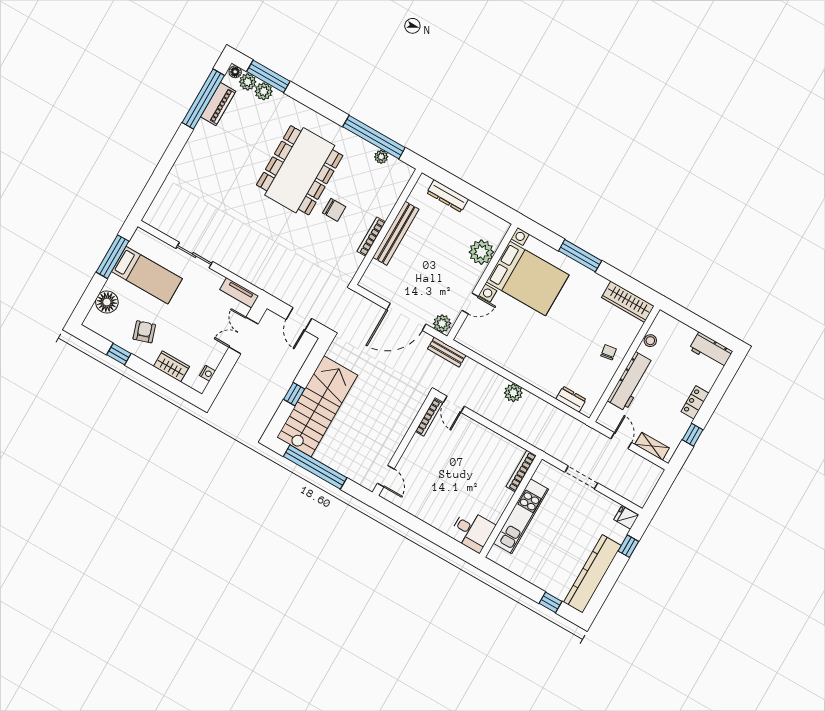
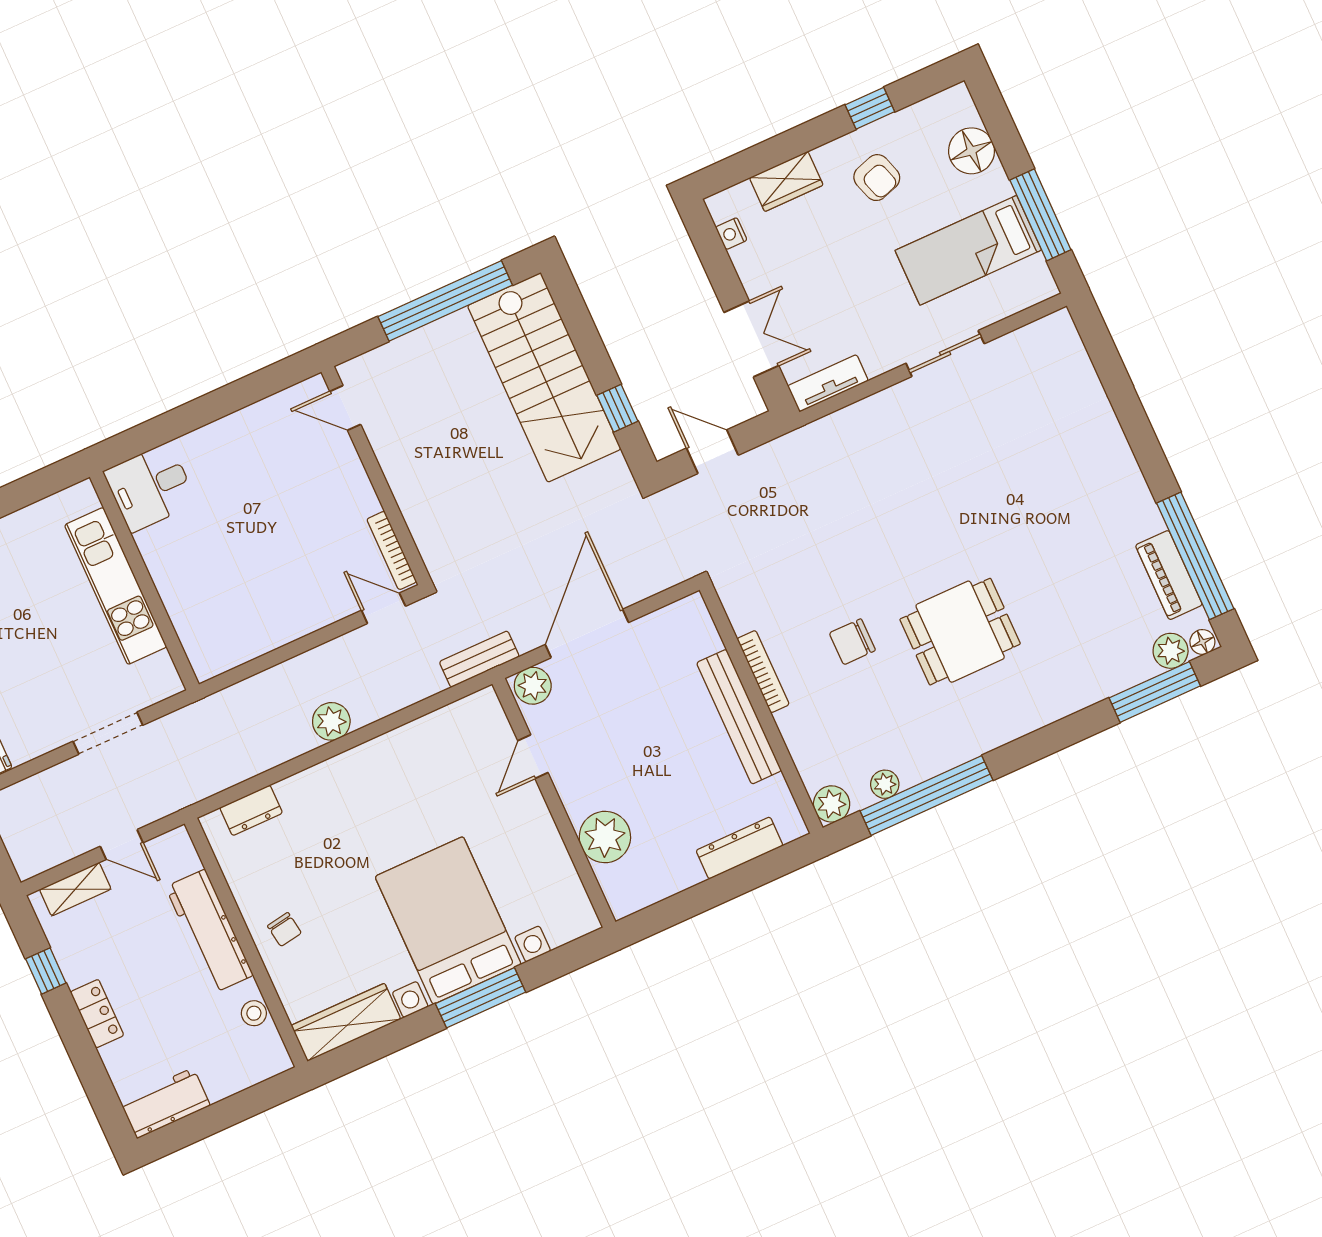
plant: (264, 91) -> (832, 804), moved
dining table: (300, 170) -> (960, 632), width x0.53, depth x0.80
bed with nightstands: (528, 278) -> (448, 920), moved, turned 90
window: (294, 394) -> (617, 408), moved
bookcase: (521, 471) -> (191, 640), removed

